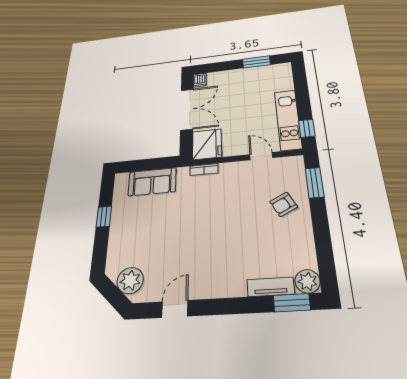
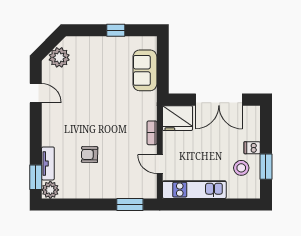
dishwasher: (200, 80) -> (252, 148), moved
stool: (259, 82) -> (241, 168), added
window: (307, 128) -> (183, 204), removed
door: (261, 156) -> (160, 164), swing flipped
bookcase: (204, 170) -> (152, 133), moved
armchair: (284, 204) -> (90, 155), moved, turned -62

